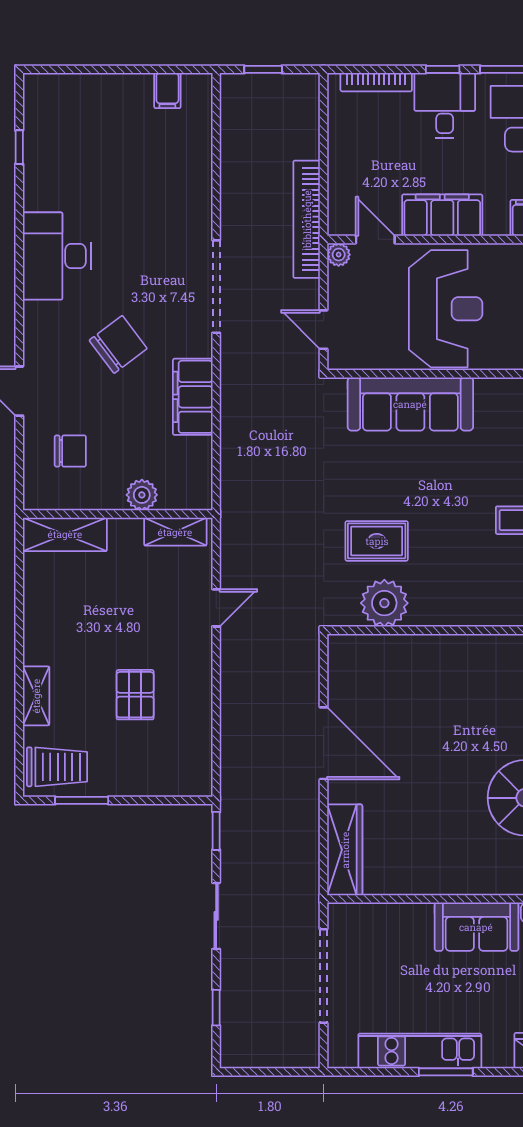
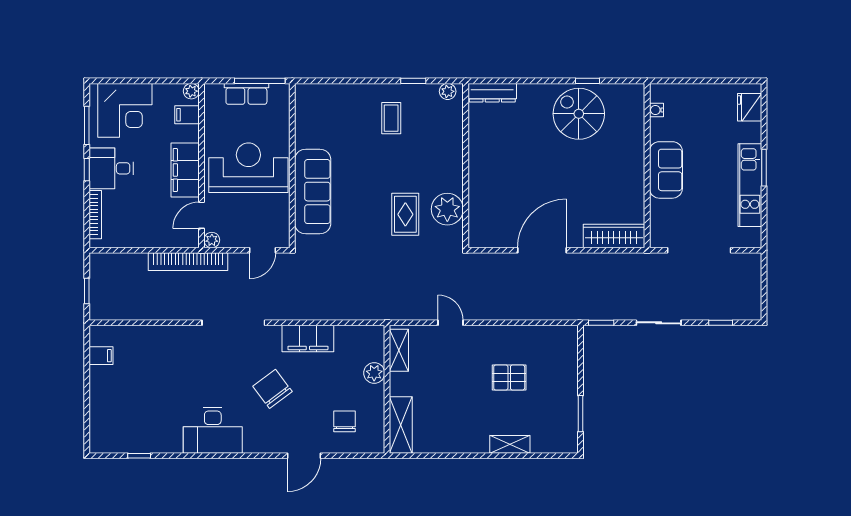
trolley: (57, 767) -> (558, 430), removed
sofa: (476, 927) -> (666, 170), moved

